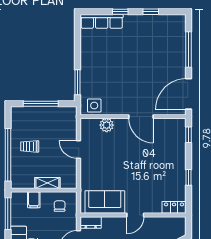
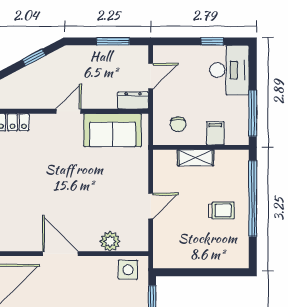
window: (41, 104) -> (205, 272), removed
door: (79, 150) -> (151, 206), hinge flipped

